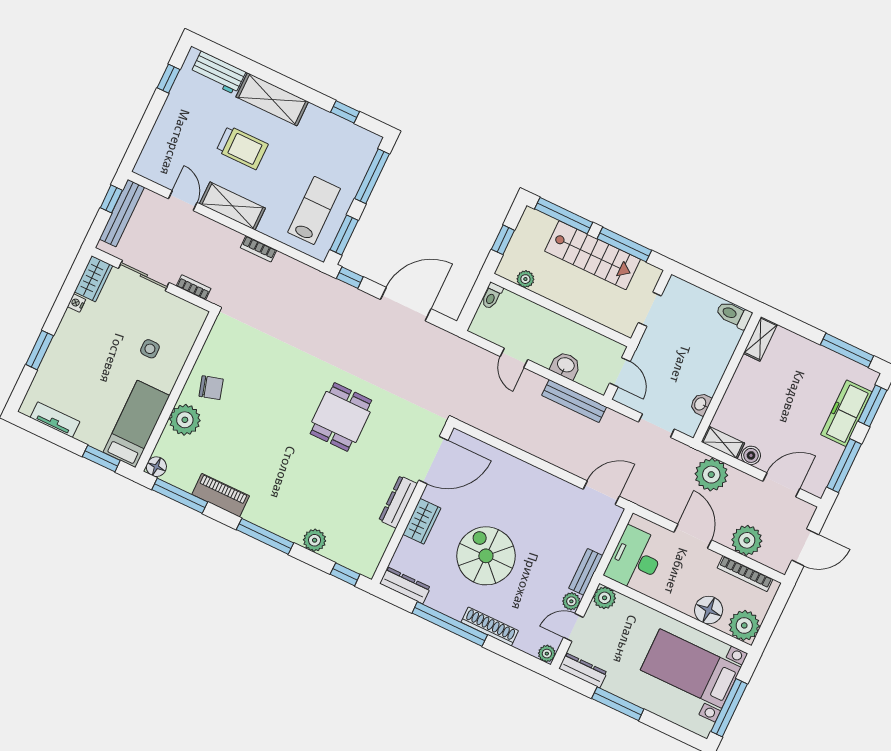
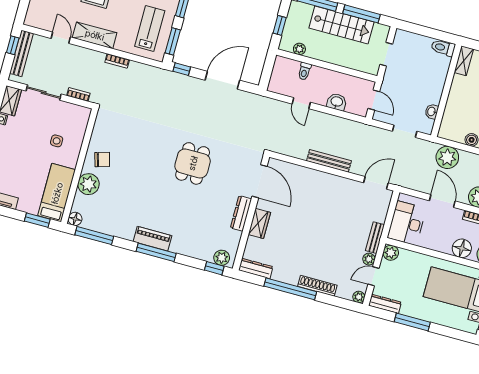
toilet: (492, 296) -> (304, 71), moved
bench: (574, 401) -> (329, 161), moved
shelving: (723, 443) -> (451, 135), removed
door: (433, 460) -> (260, 181), hinge flipped
piano: (221, 495) -> (153, 239), moved
plant: (315, 540) -> (222, 258), moved
spiral stairs: (486, 556) -> (306, 239), removed

